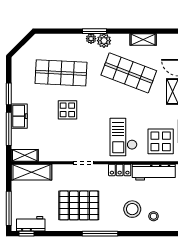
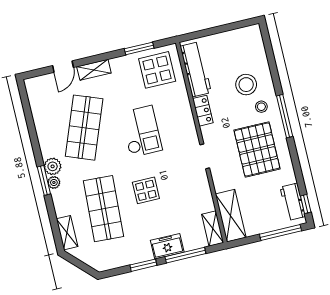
shelving: (143, 40) -> (67, 233), moved
checkout: (124, 137) -> (141, 131), moved, turned -90
stool: (154, 216) -> (261, 107), moved

